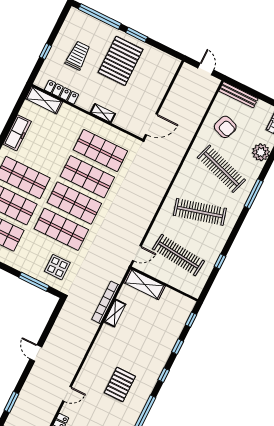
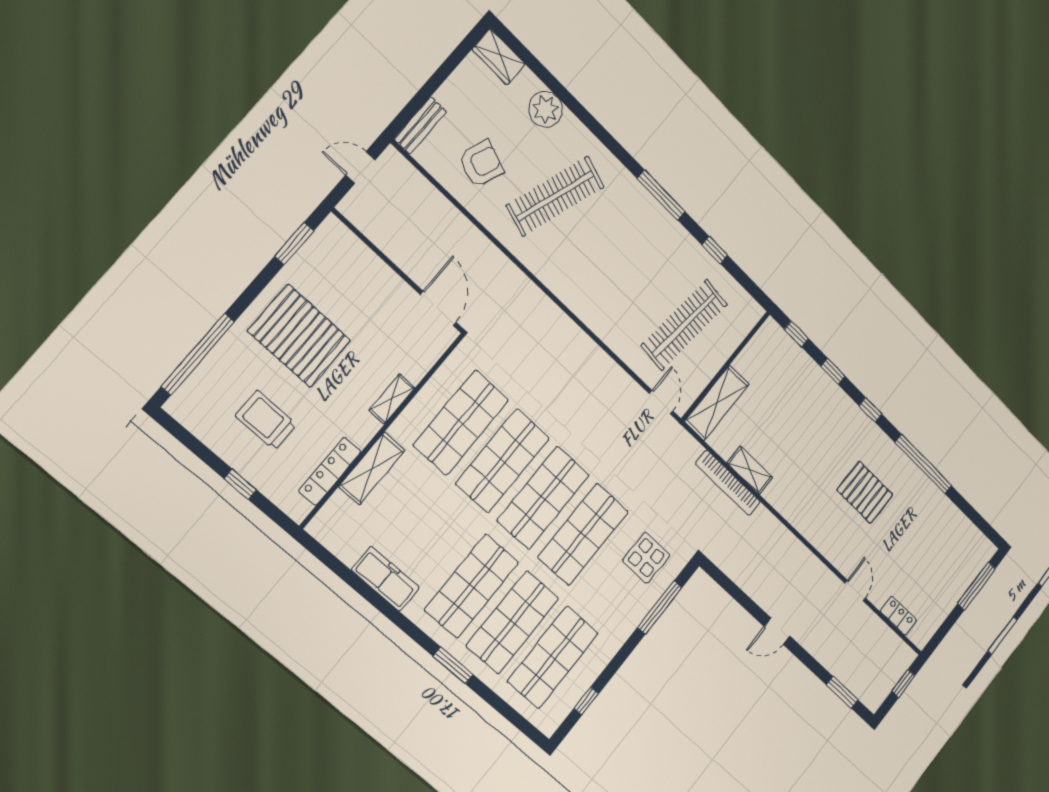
window: (137, 35) -> (294, 243), moved
bench: (238, 95) -> (420, 125), width x0.73
shelving: (44, 100) -> (372, 468), moved
window: (254, 194) -> (661, 195), moved
clothes rail: (200, 212) -> (621, 262), removed

